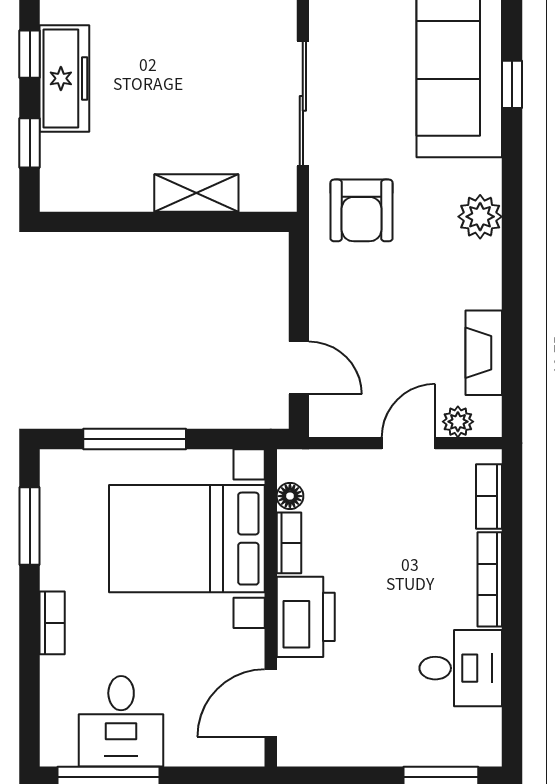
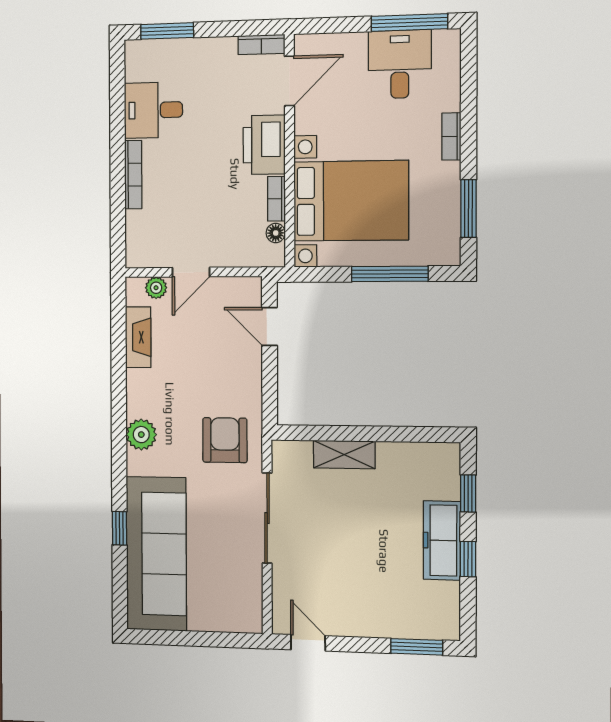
bookcase: (489, 496) -> (261, 44), moved, turned 90

